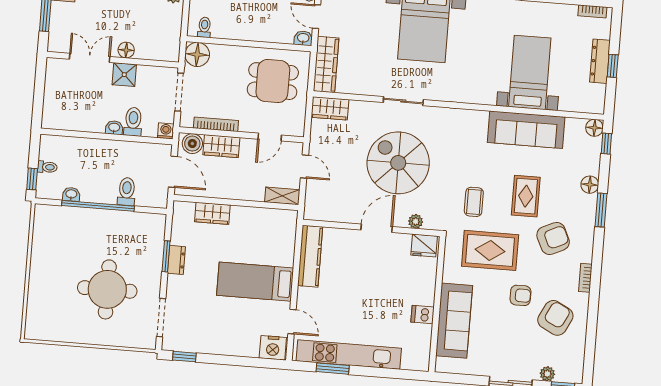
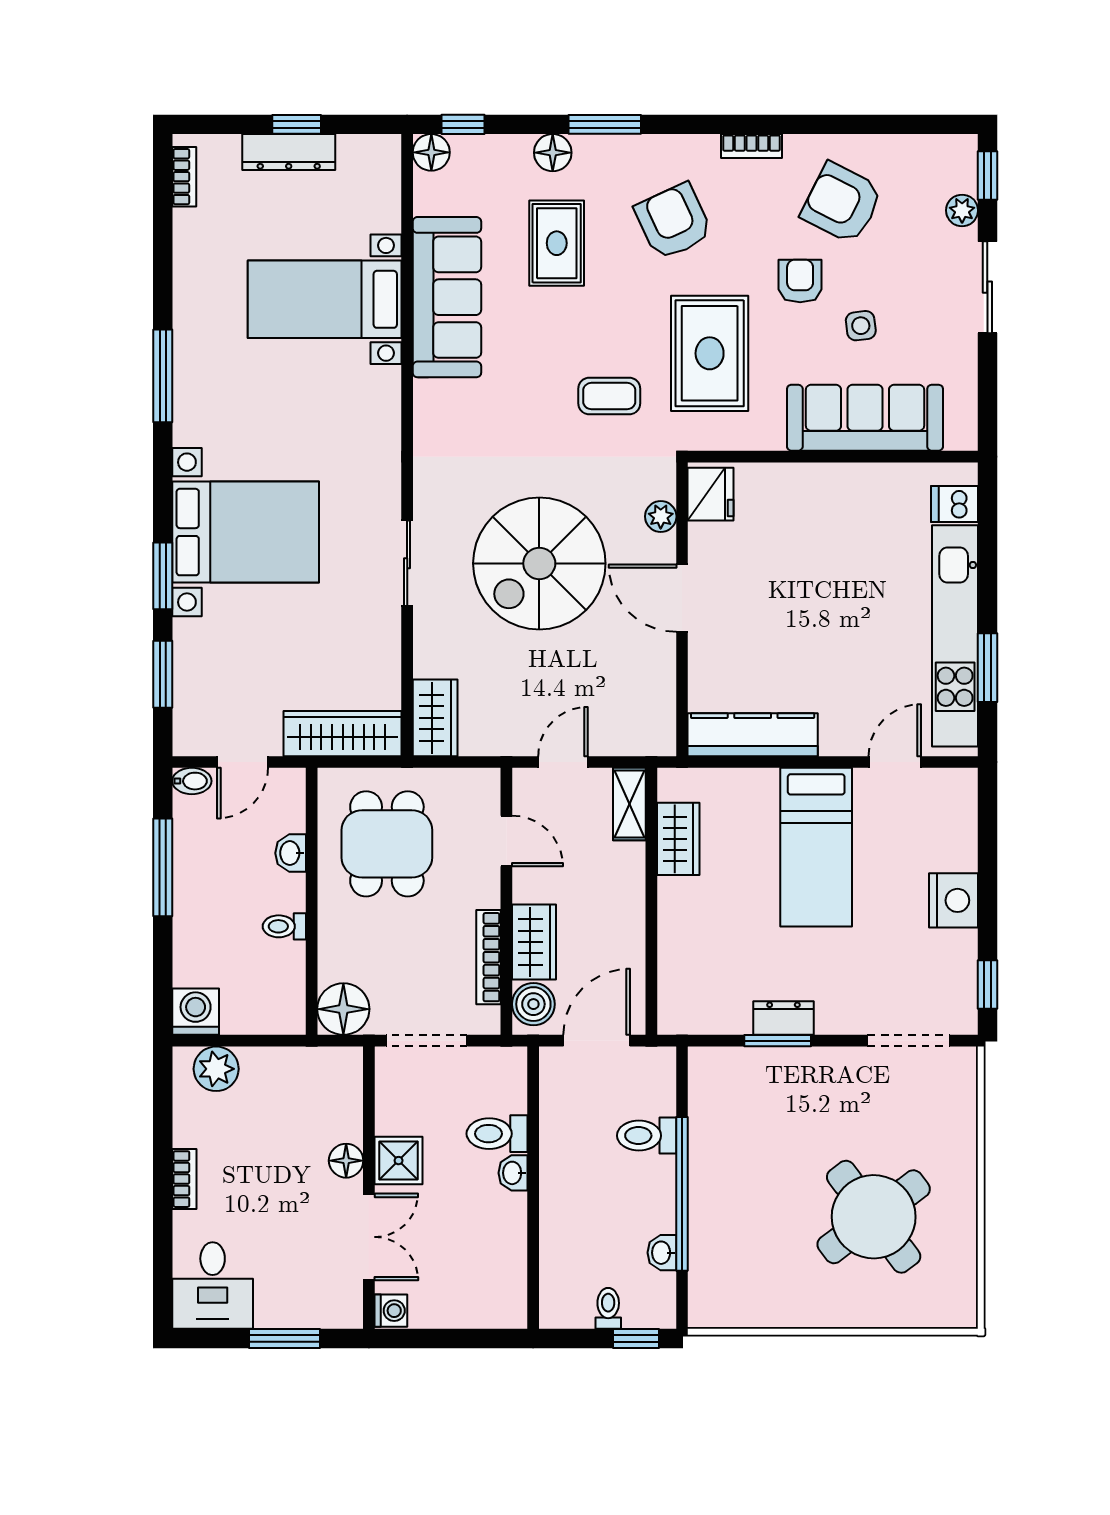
toilet: (204, 27) -> (284, 926), moved
washbasin: (303, 38) -> (291, 853), moved
double door: (90, 58) -> (369, 1237), swing flipped
washing machine: (166, 131) -> (391, 1311), moved, turned 180
rug: (526, 196) -> (557, 243), moved, turned 90
wardrobe: (212, 213) -> (678, 839), moved
round table: (107, 289) -> (874, 1217), moved, turned -37
dishwasher: (423, 314) -> (955, 504), moved, turned 90
side table: (497, 322) -> (861, 326), added
nightstand: (273, 348) -> (954, 900), moved

